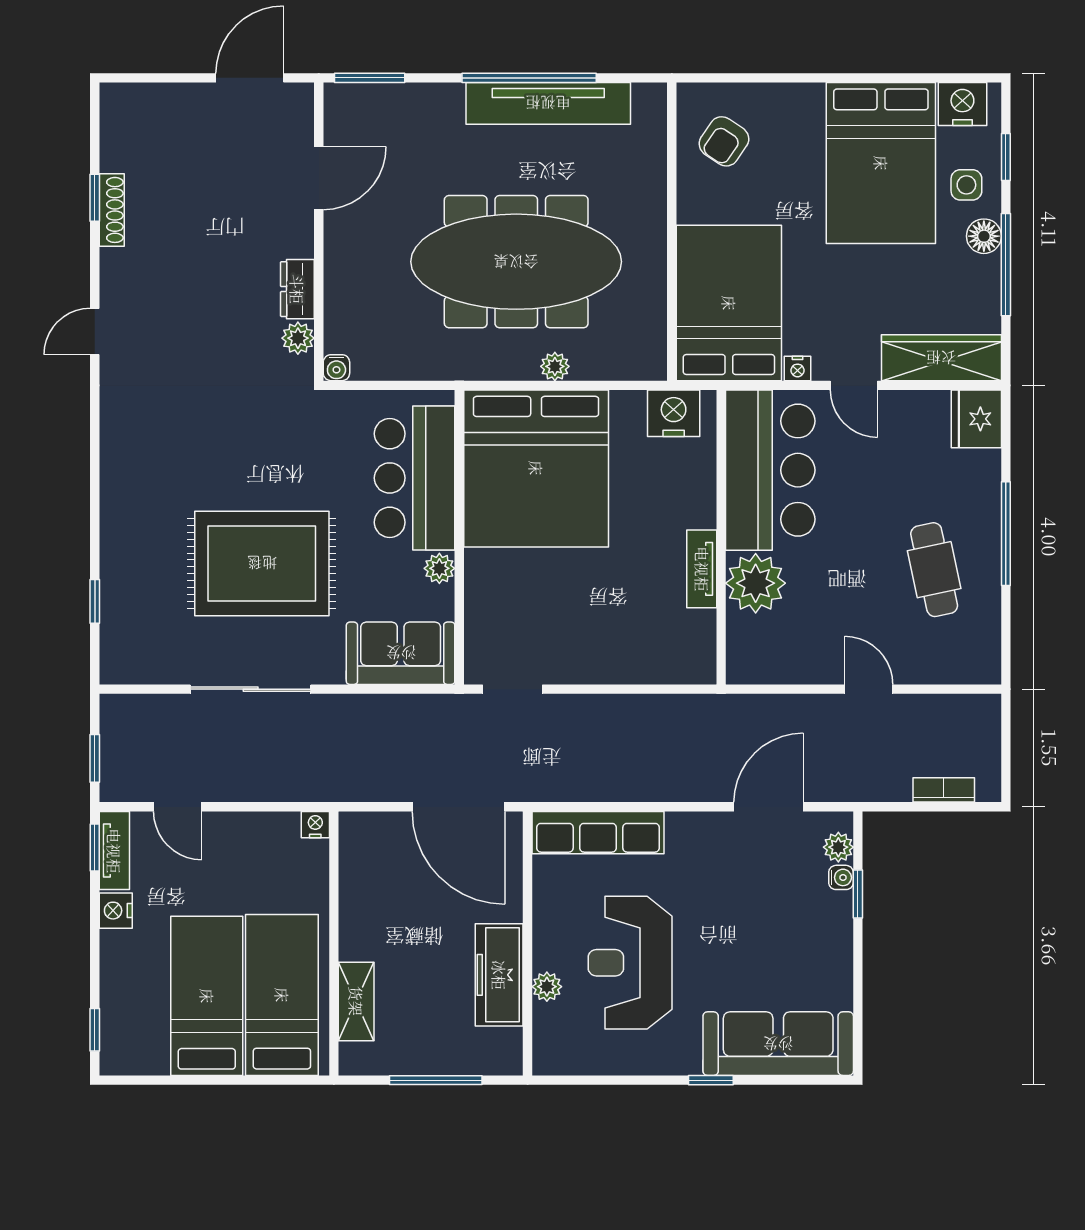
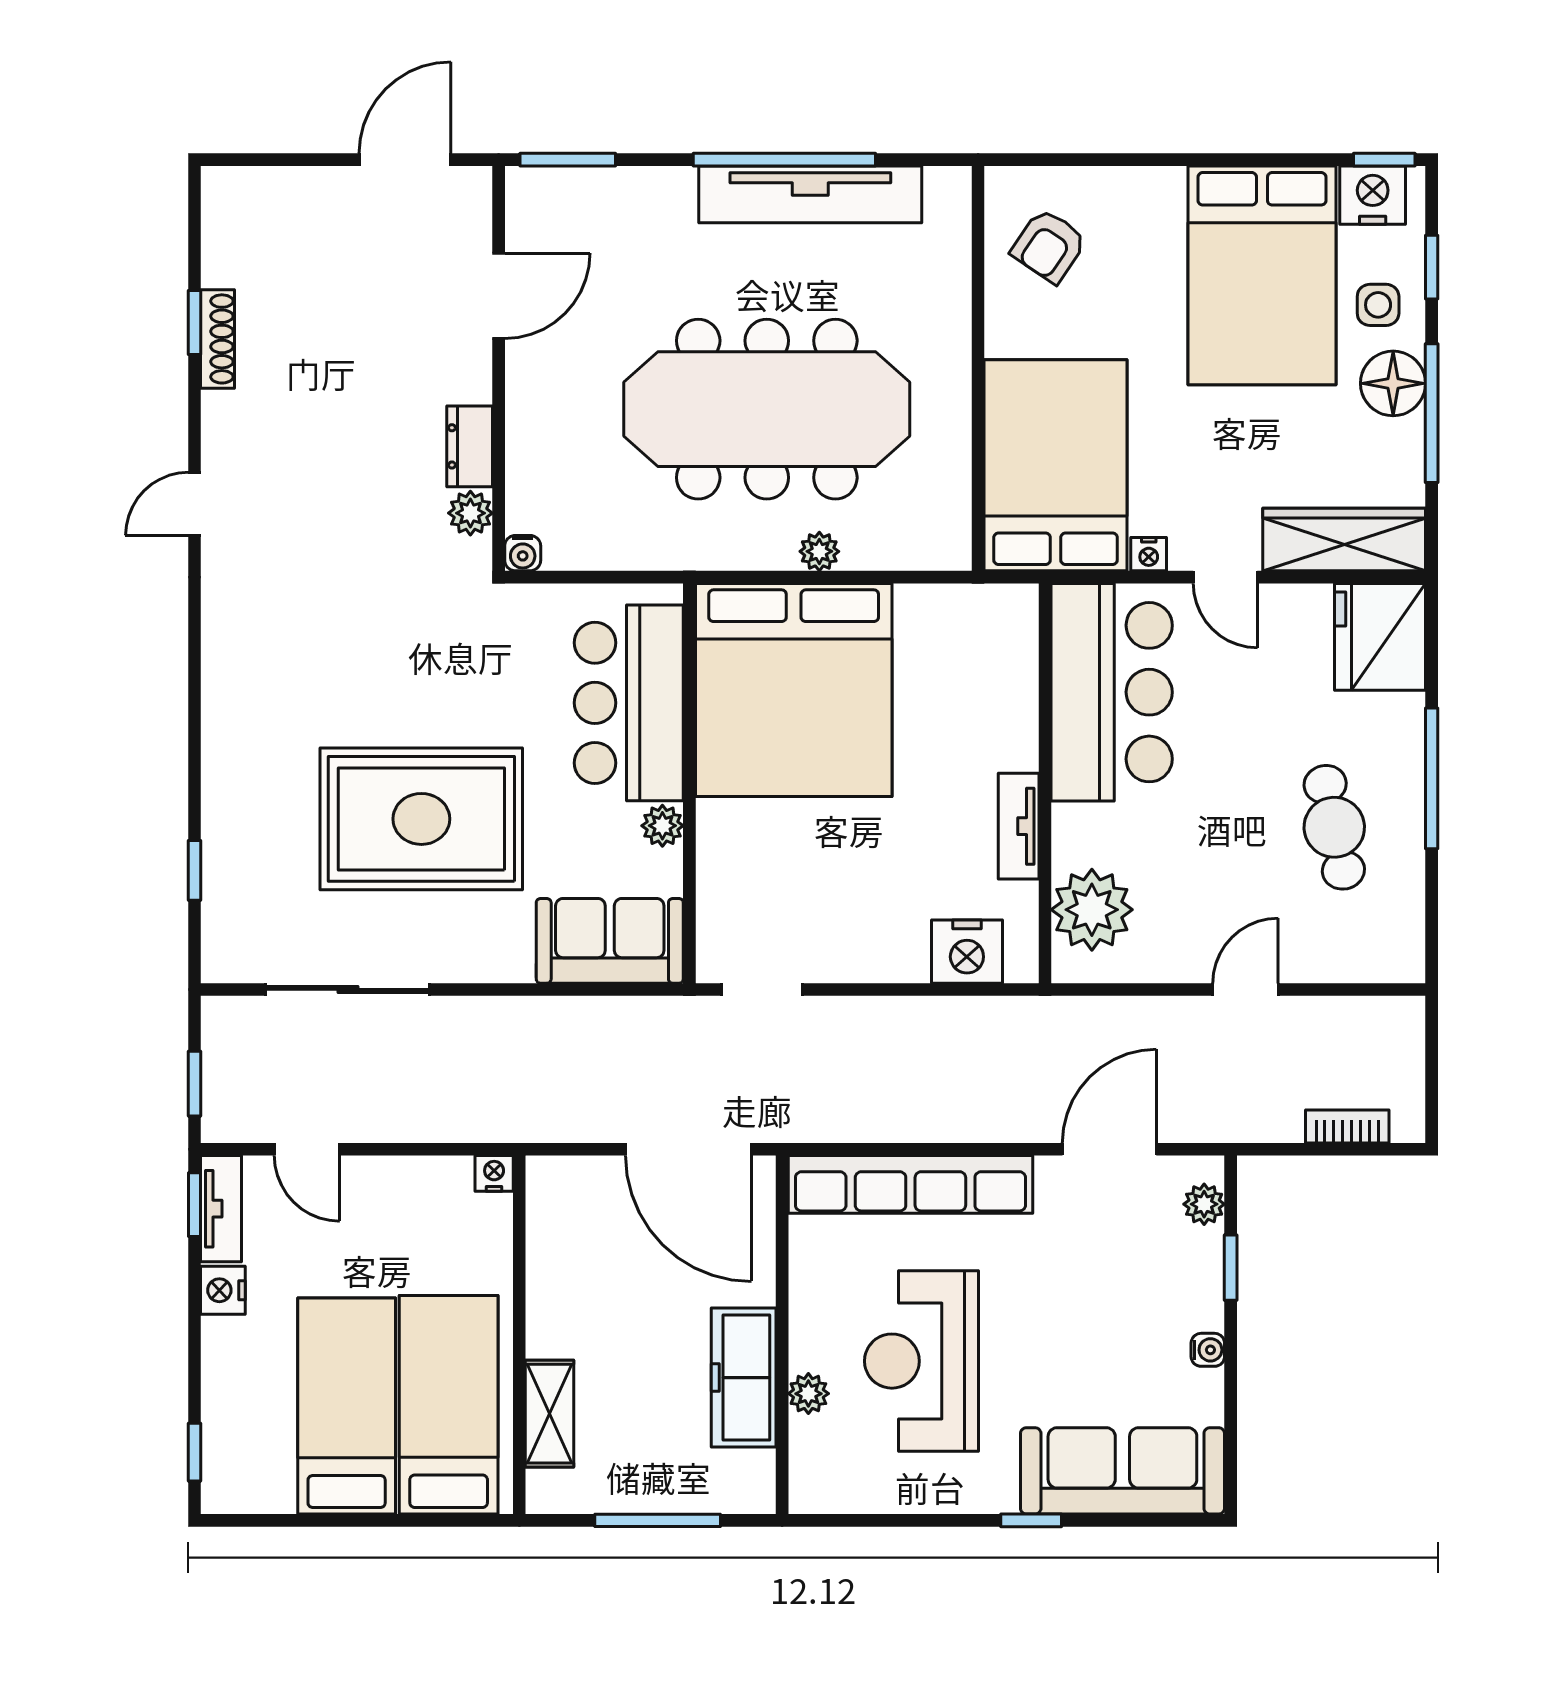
window: (971, 78) -> (1384, 160), added
floor lamp: (984, 236) -> (1393, 383), width x1.38, depth x1.38
nightstand: (674, 413) -> (967, 952), moved, turned 180
fridge: (976, 419) -> (1380, 637), width x1.36, depth x1.34
plant: (756, 583) -> (1092, 910), moved
sliding door: (251, 689) -> (348, 989), moved
door: (869, 689) -> (1246, 989), hinge flipped
row of seats: (598, 833) -> (910, 1184), width x1.36
water cooler: (841, 877) -> (1208, 1350), moved

